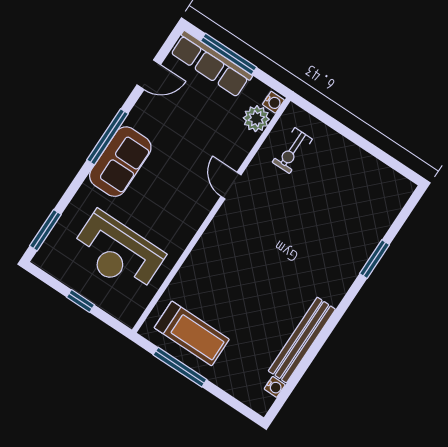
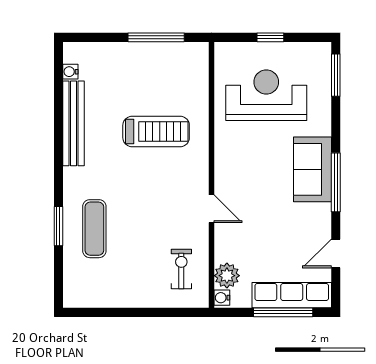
exercise mat: (345, 236) -> (94, 229), added
treadmill: (192, 333) -> (156, 131), moved, turned 180

